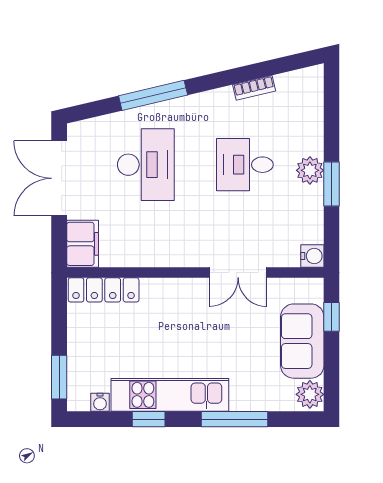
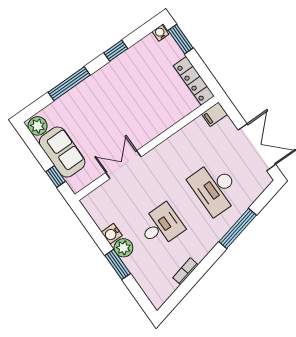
window: (332, 184) -> (118, 264), moved
filing cabinet: (83, 244) -> (214, 114), width x0.50
water cooler: (312, 256) -> (112, 234), moved
locker: (104, 290) -> (194, 81), moved, turned -90
kitchen unit: (170, 395) -> (114, 72), removed
water cooler: (100, 402) -> (160, 33), moved

